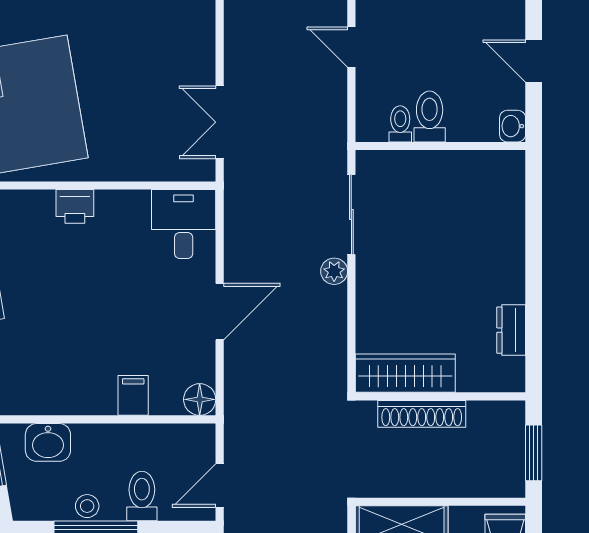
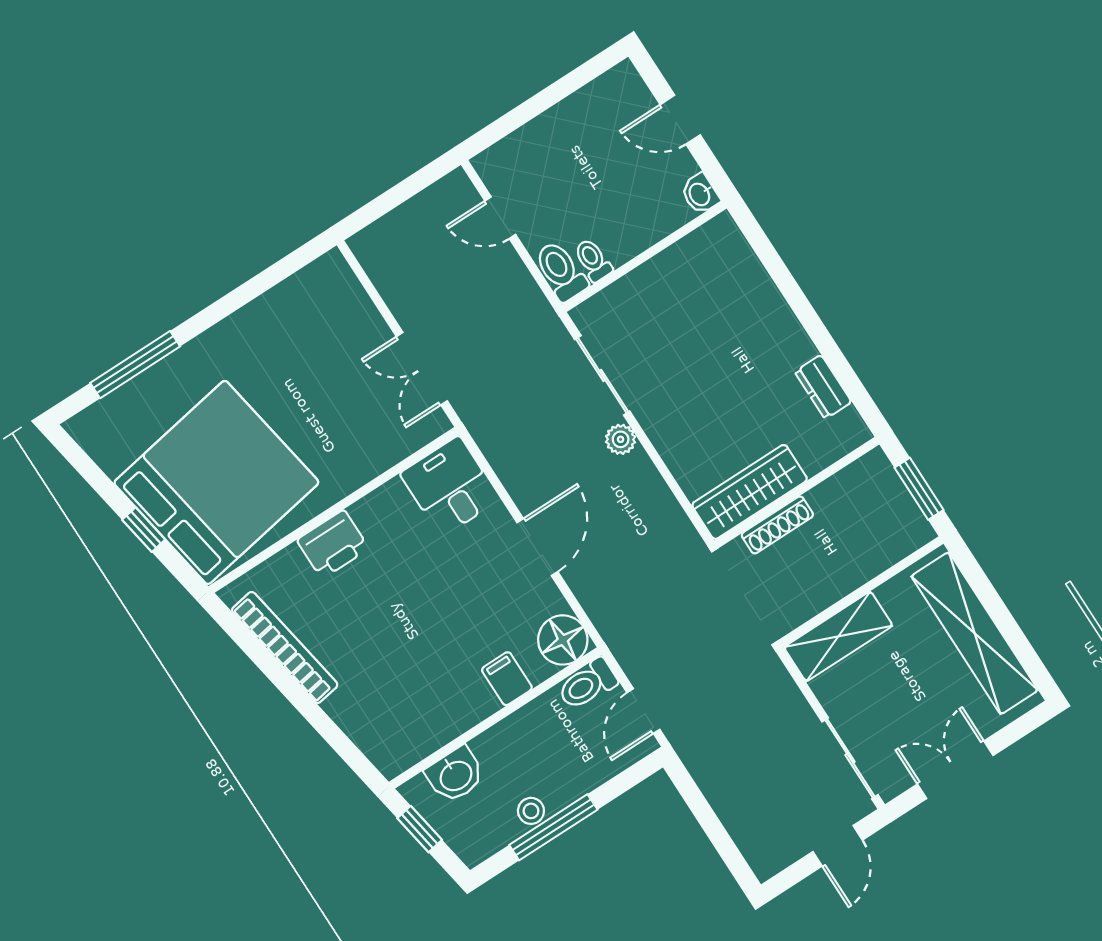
toilet: (430, 116) -> (561, 271), moved
printer: (75, 206) -> (333, 544), width x1.36, depth x1.24
floor lamp: (200, 399) -> (563, 640), width x1.38, depth x1.38
shoe rack: (422, 414) -> (777, 525), width x0.74, depth x0.81
toilet: (142, 496) -> (587, 684), moved, turned -90

